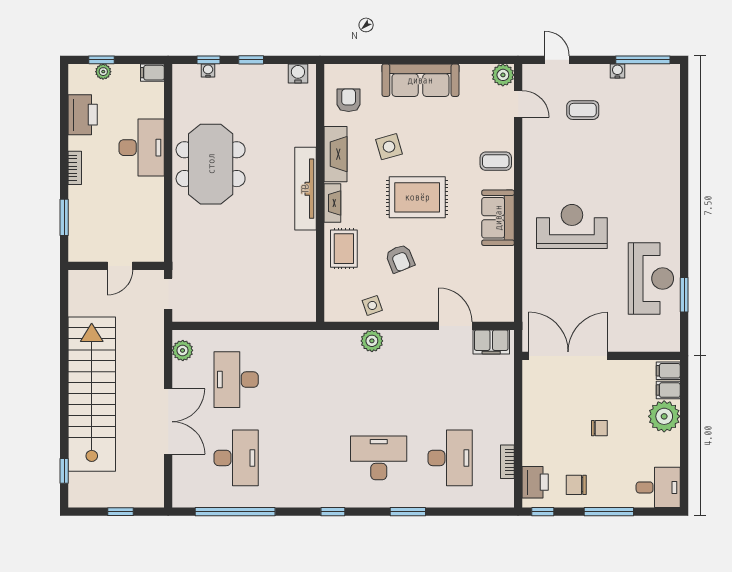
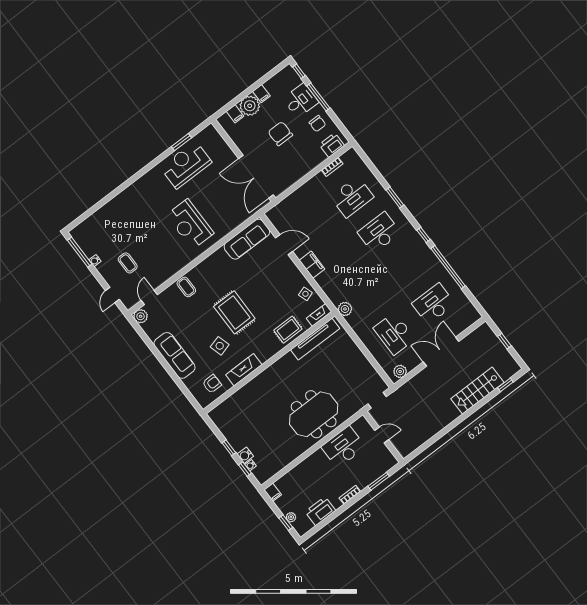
water cooler: (298, 73) -> (245, 455), moved
armchair: (349, 100) -> (212, 384), turned 180
desk: (142, 148) -> (343, 447), moved
meeting table: (211, 164) -> (314, 414), moved
tv unit: (305, 189) -> (315, 339), moved
fireplace: (332, 203) -> (319, 315), moved
sofa: (498, 218) -> (247, 239), moved, width x1.36
armchair: (400, 259) -> (271, 298), removed
door: (455, 326) -> (284, 245), swing flipped
plant: (372, 341) -> (345, 309), moved
filing cabinet: (491, 342) -> (312, 265), moved
filing cabinet: (668, 371) -> (261, 94), moved
desk: (236, 380) -> (394, 334), turned 90
stairs: (92, 394) -> (477, 391), width x0.54, depth x0.66
chair: (599, 428) -> (280, 134), width x1.87, depth x1.87
desk: (379, 458) -> (379, 233), turned 90
desk: (450, 458) -> (352, 197), turned 180
desk: (658, 487) -> (301, 101), moved, turned 90
window: (235, 512) -> (448, 267), moved
window: (543, 512) -> (299, 71), moved

